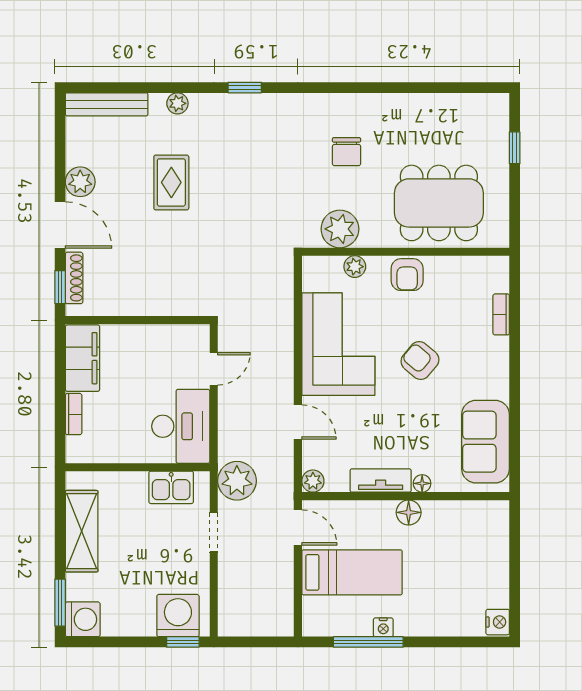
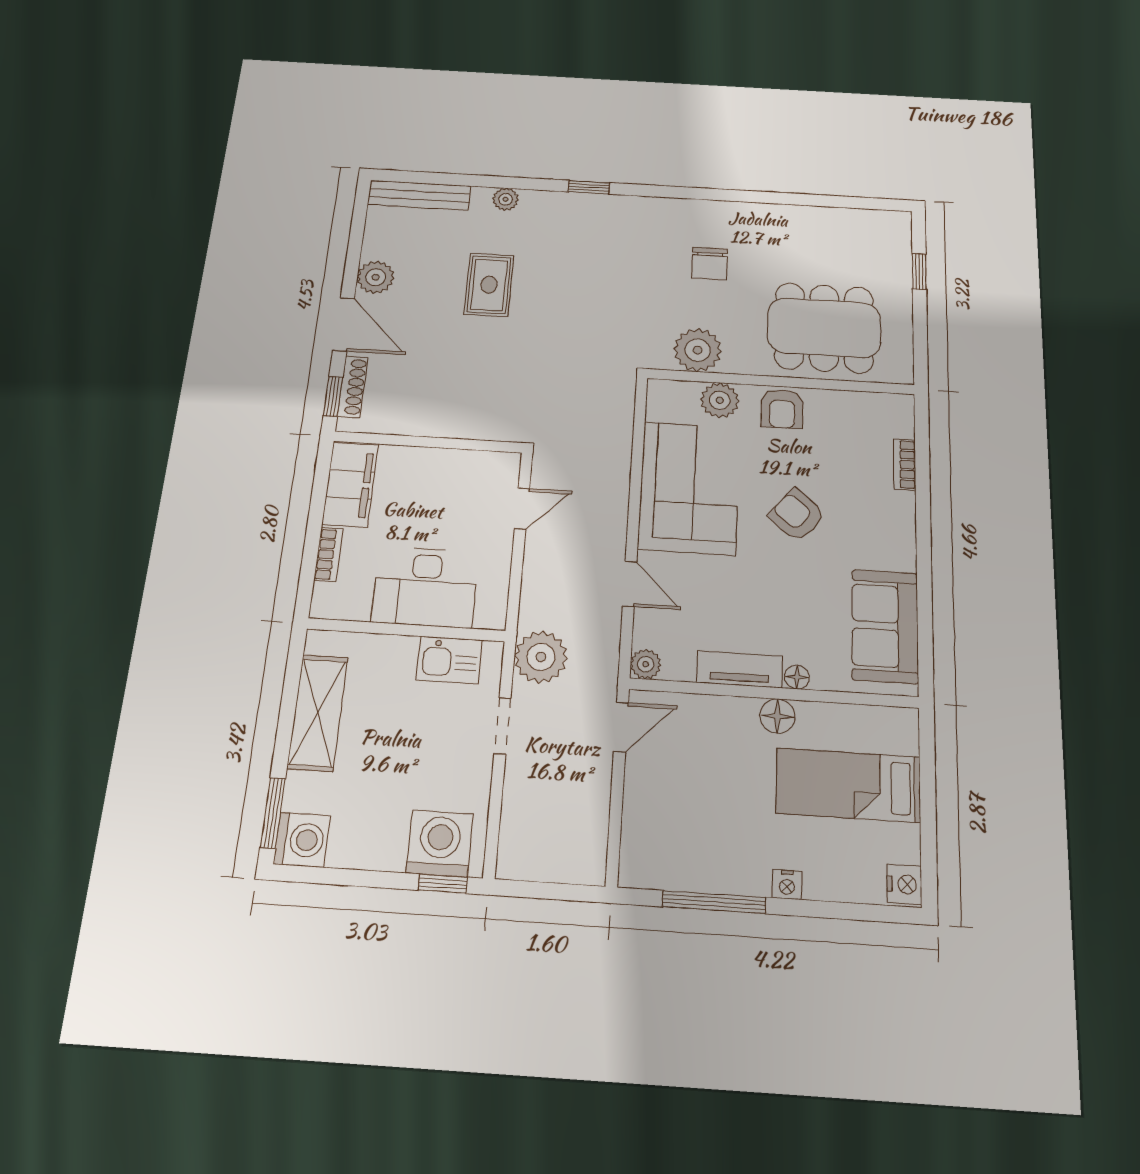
plant: (355, 267) -> (720, 400), width x1.38, depth x1.38
desk: (181, 426) -> (425, 587), moved, turned 90
door: (298, 527) -> (621, 727), hinge flipped
bed: (352, 572) -> (848, 785), moved, turned 180
nightstand: (383, 627) -> (787, 885), moved

